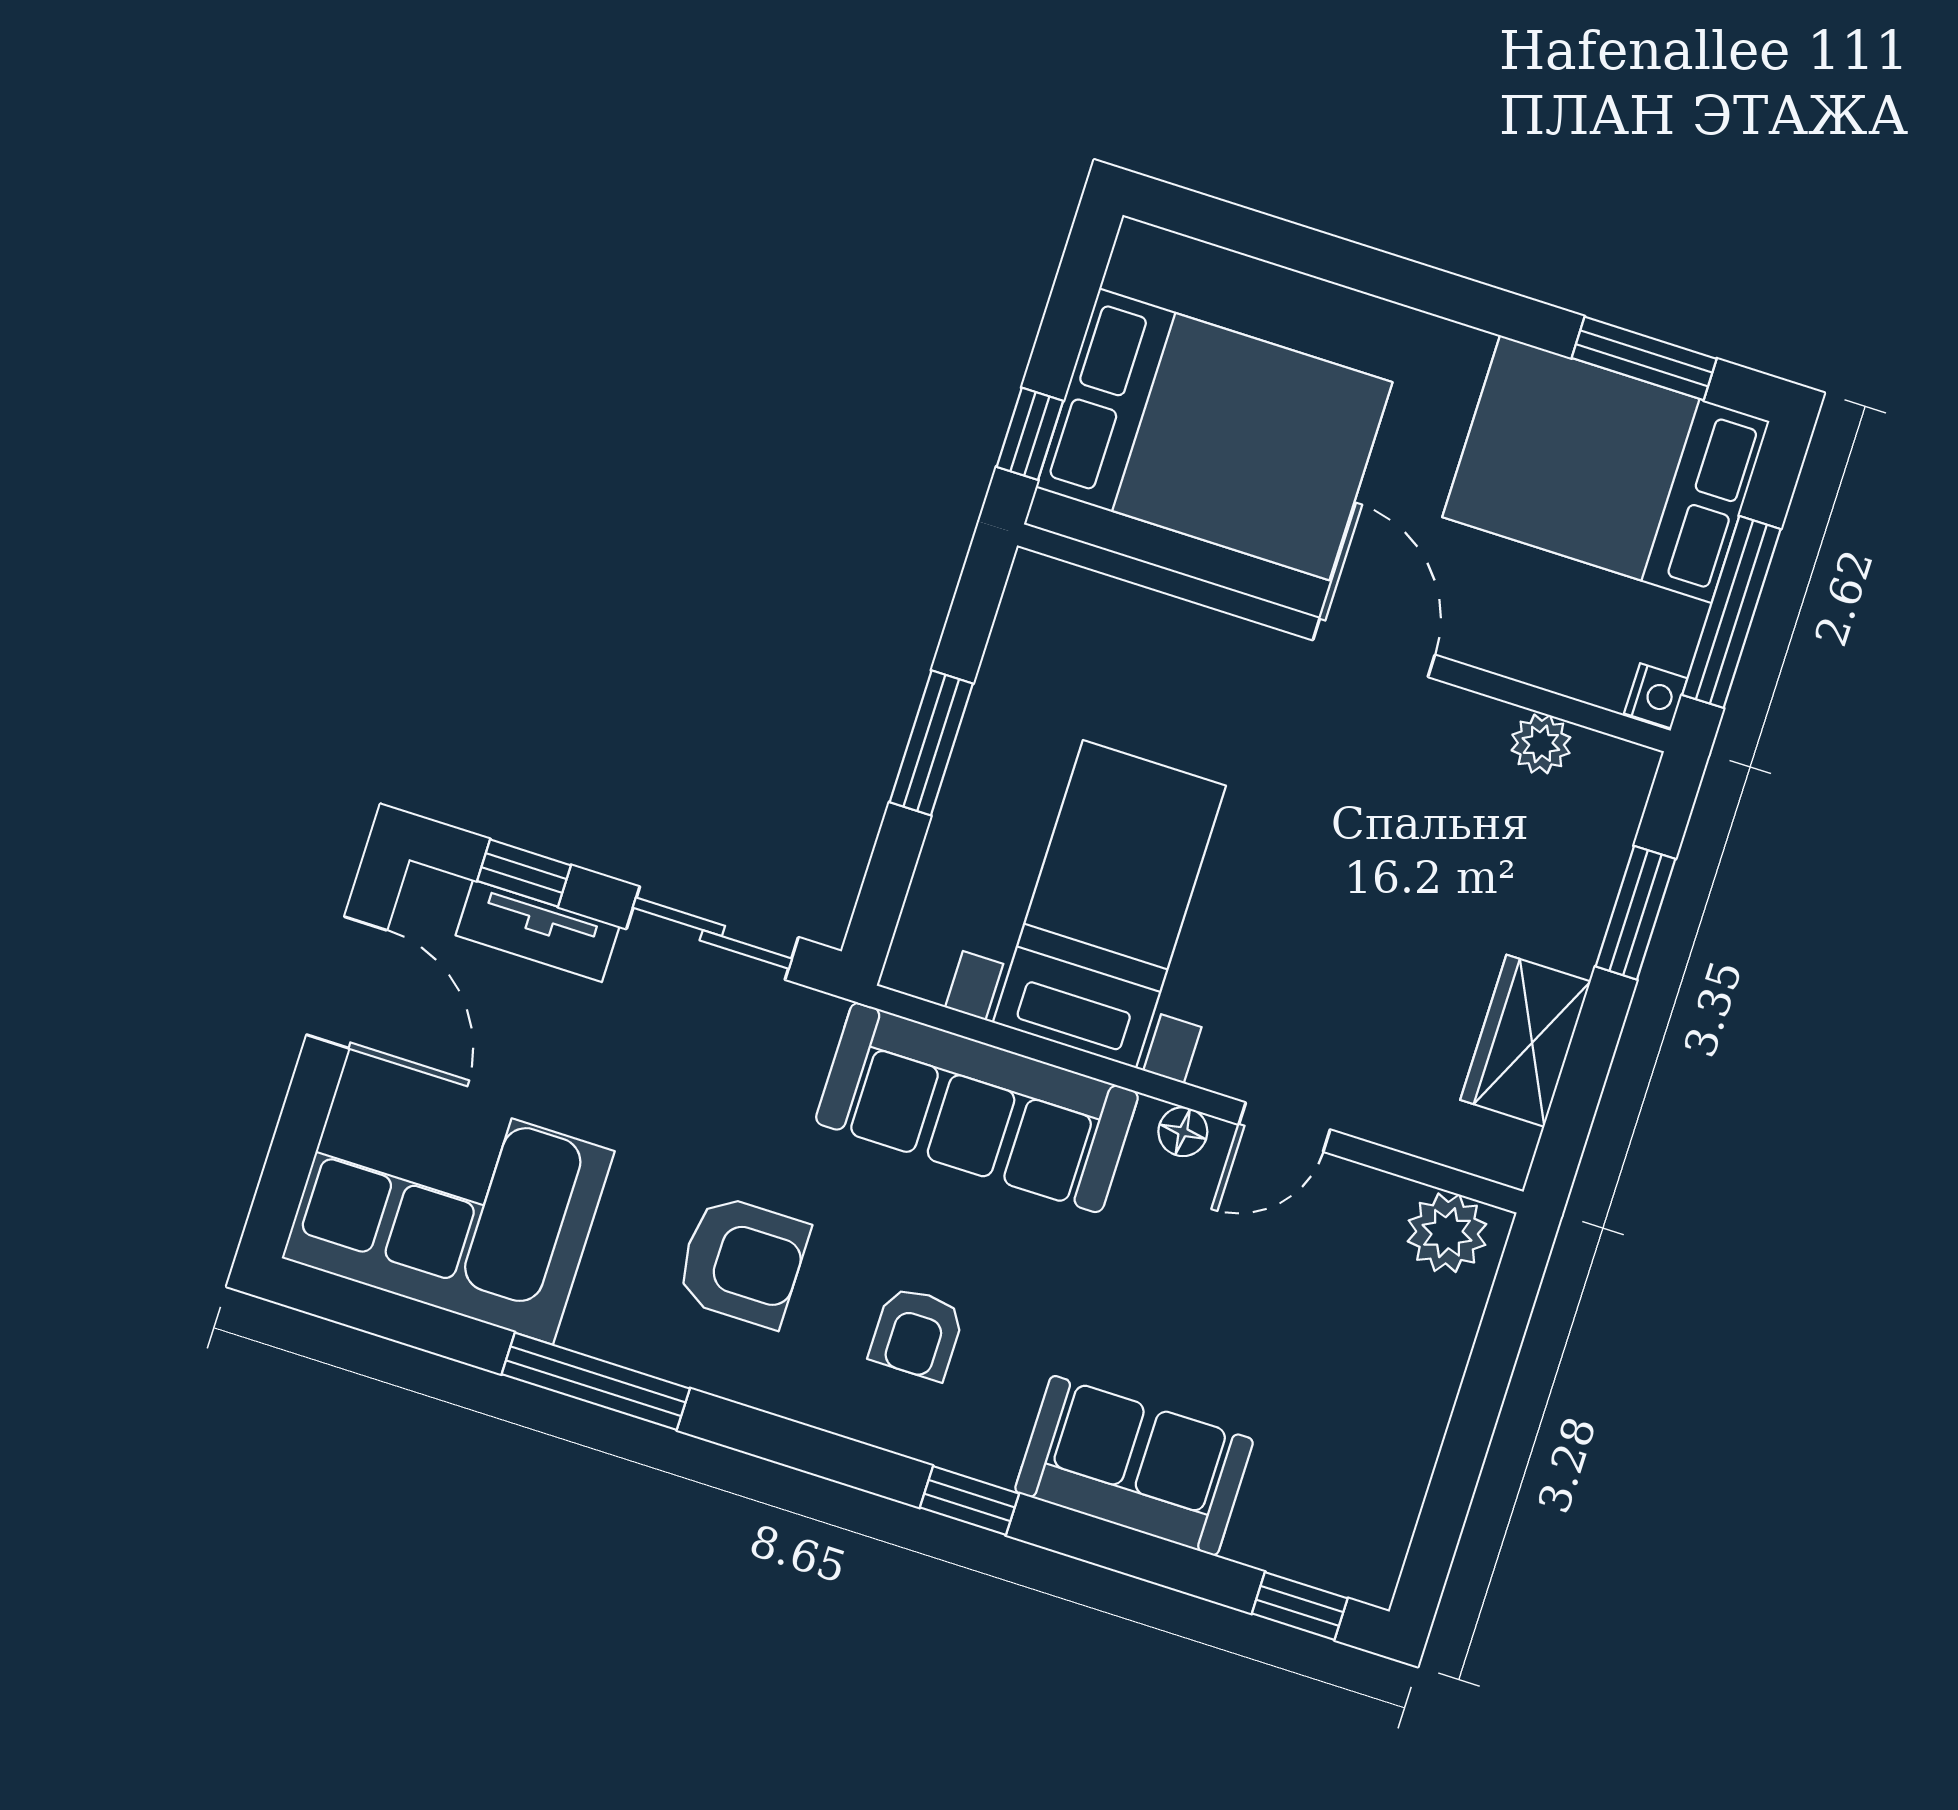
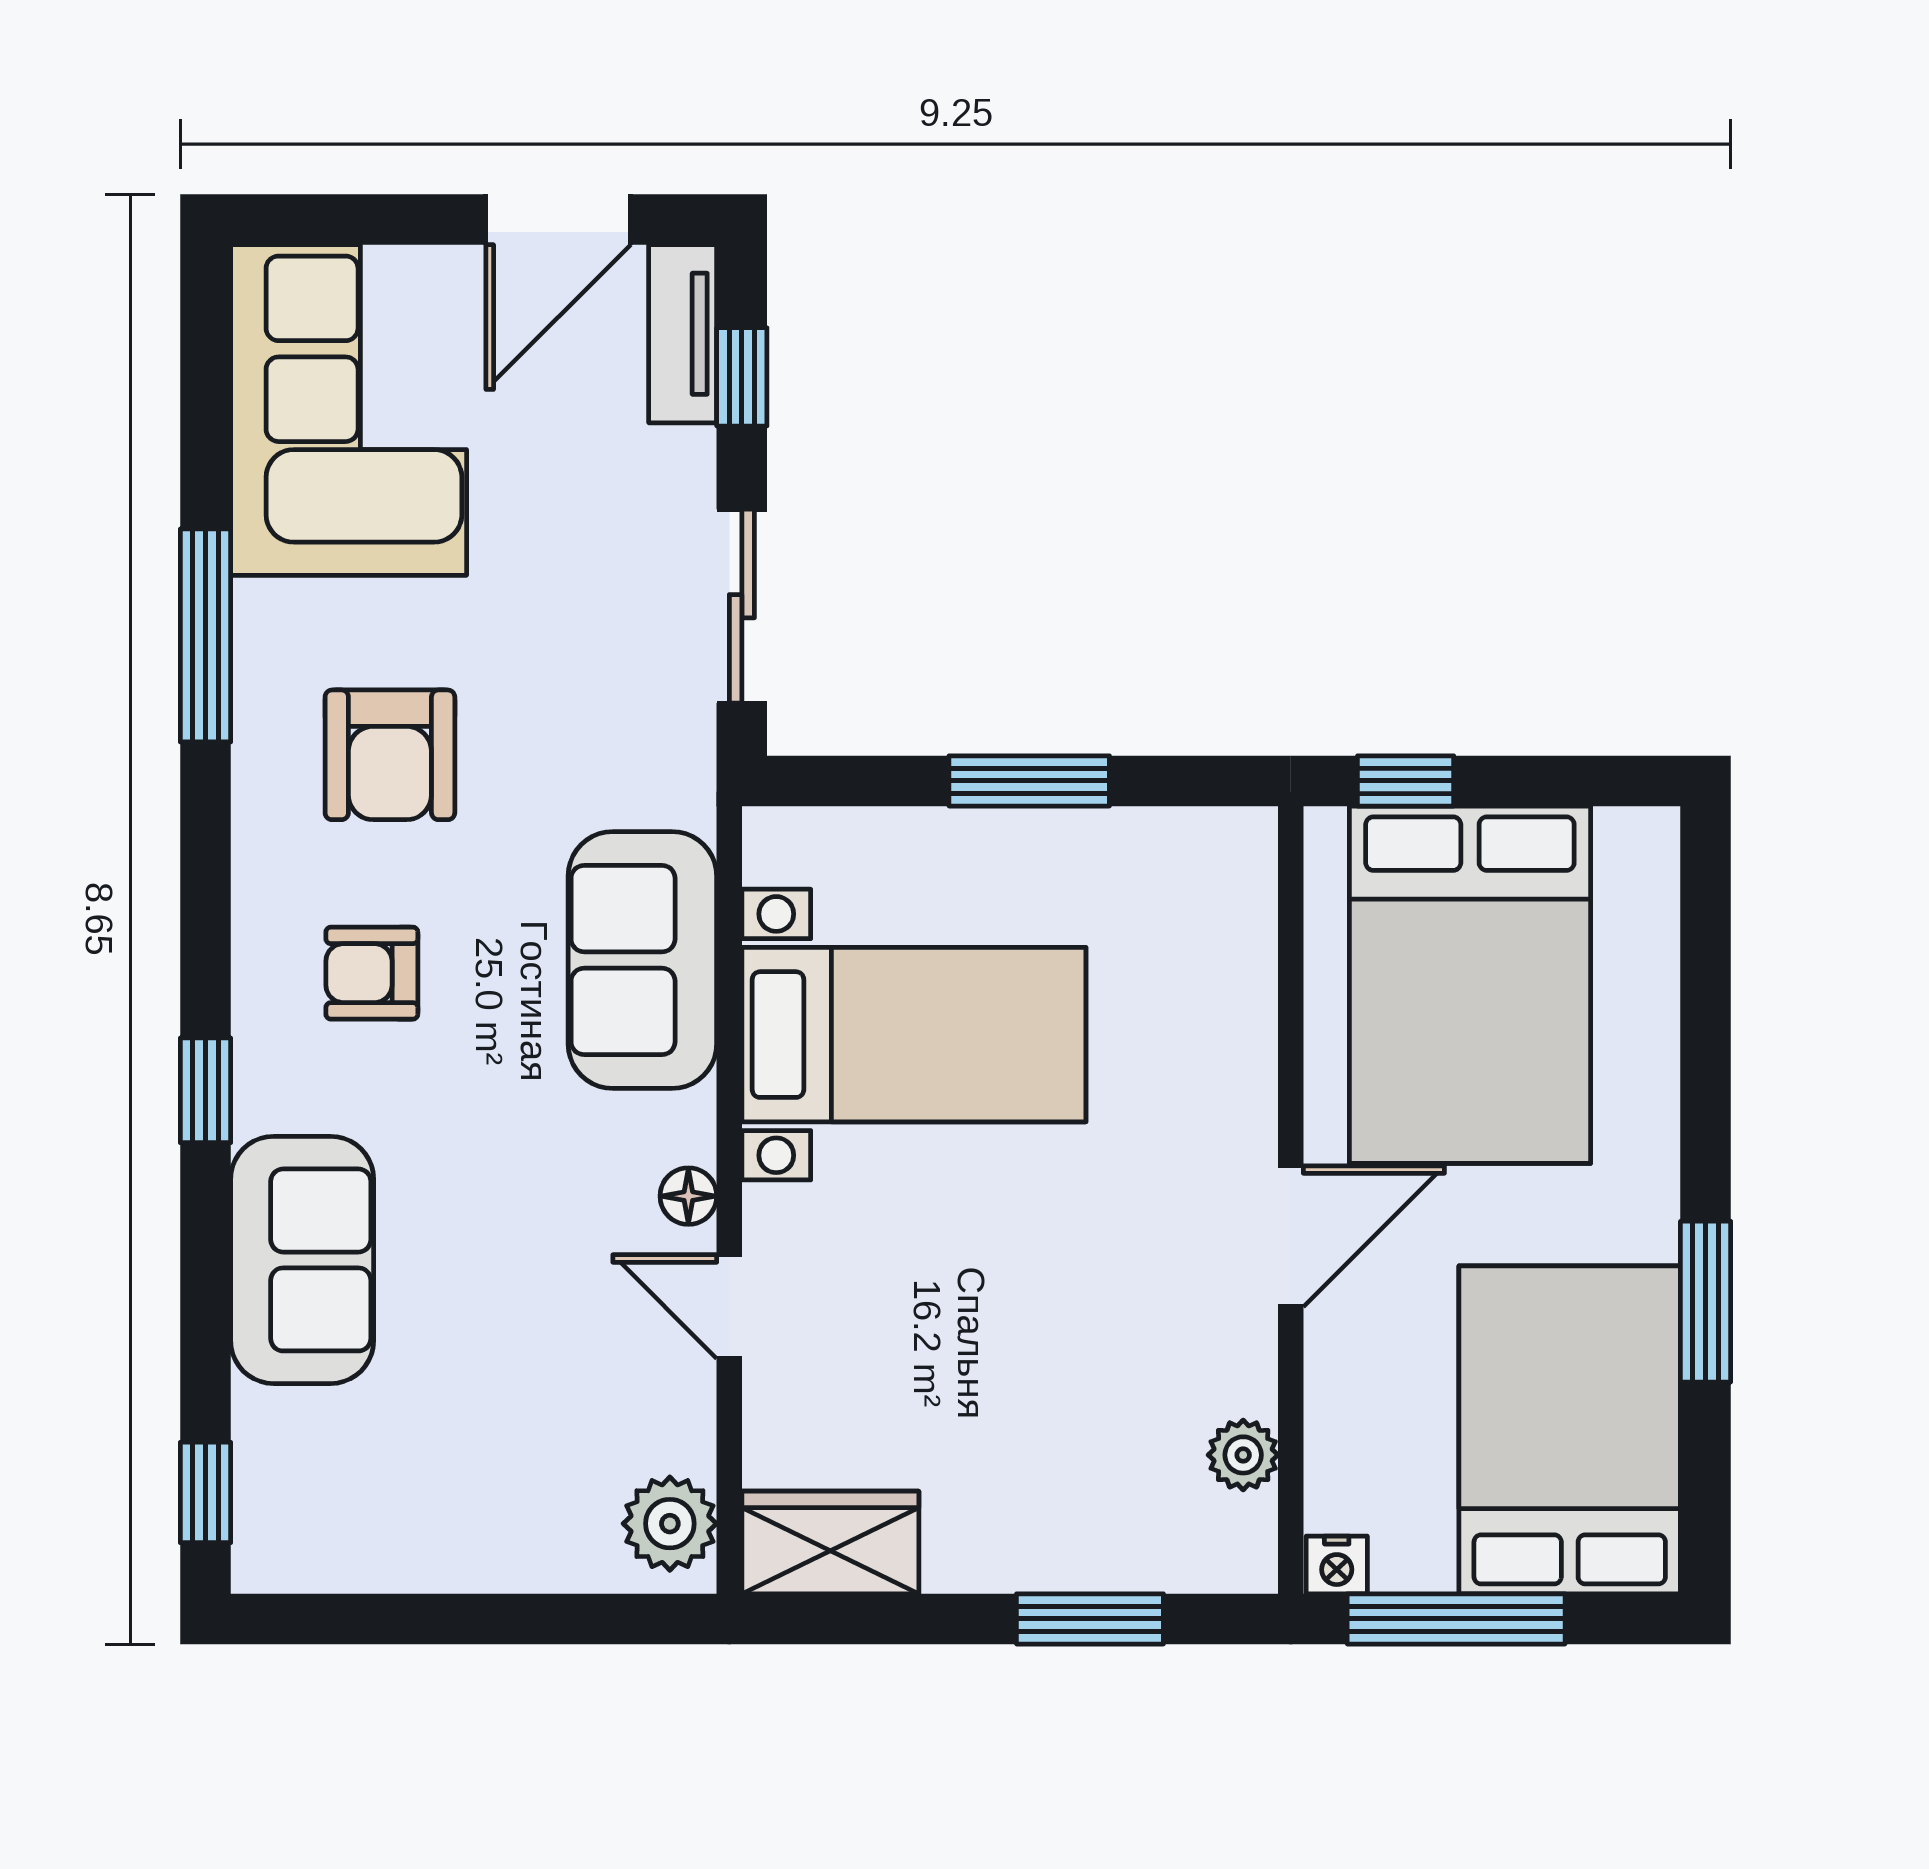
window: (1644, 358) -> (1706, 1302), moved
tv unit: (537, 931) -> (683, 334), moved
wardrobe: (1525, 1041) -> (830, 1543), moved
sofa: (977, 1108) -> (642, 960), width x0.73

